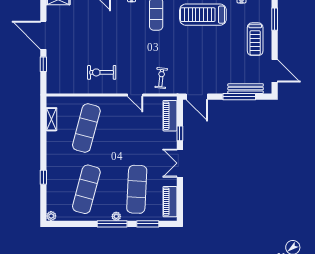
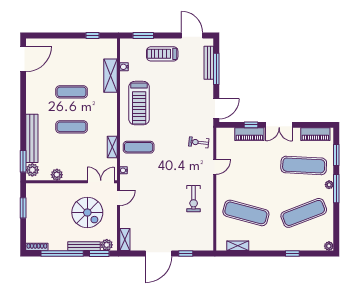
treadmill: (255, 39) -> (162, 54), turned 180
door: (275, 71) -> (192, 35), hinge flipped
piano: (170, 116) -> (249, 134), moved
exercise mat: (86, 189) -> (304, 213), turned -36

